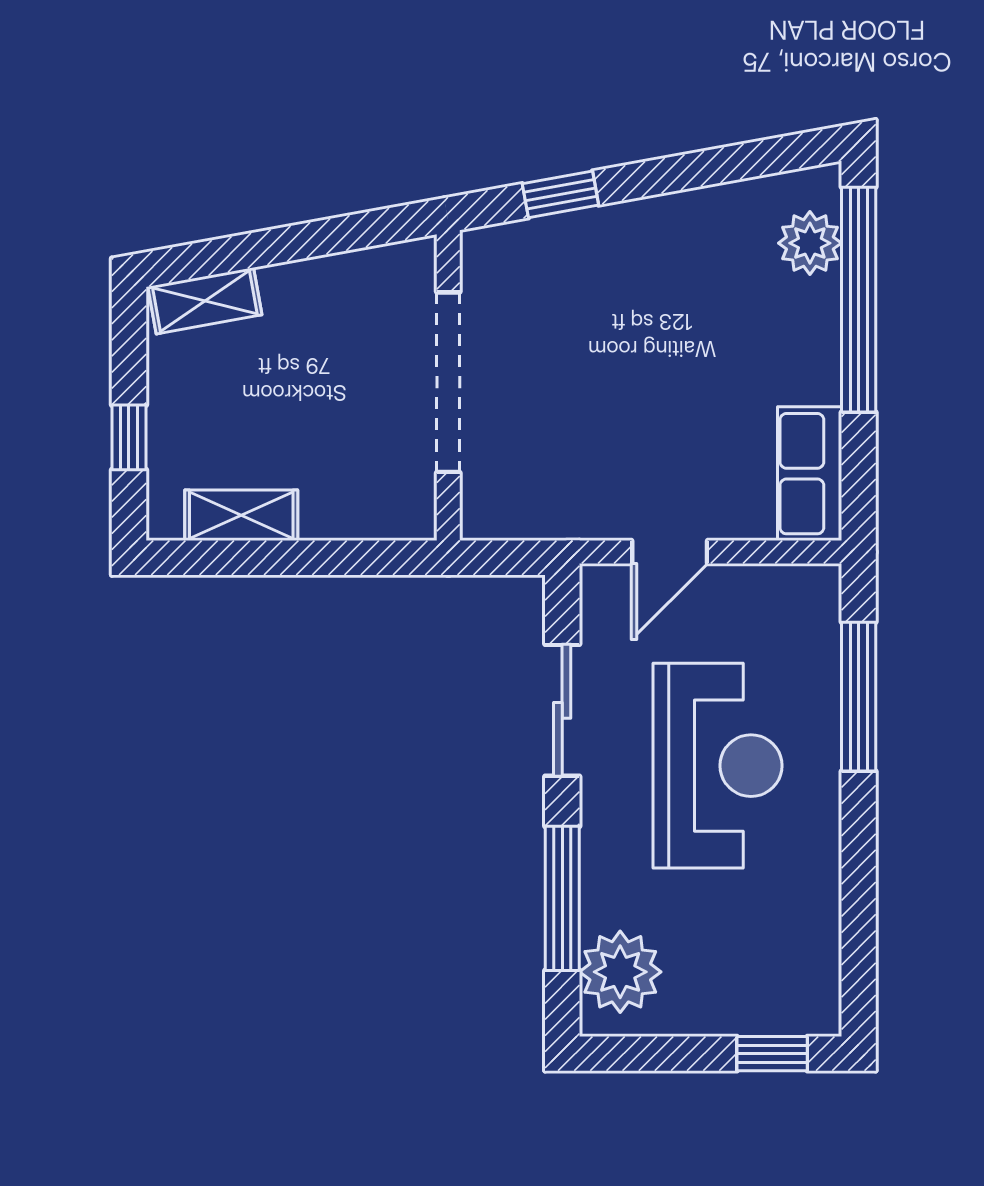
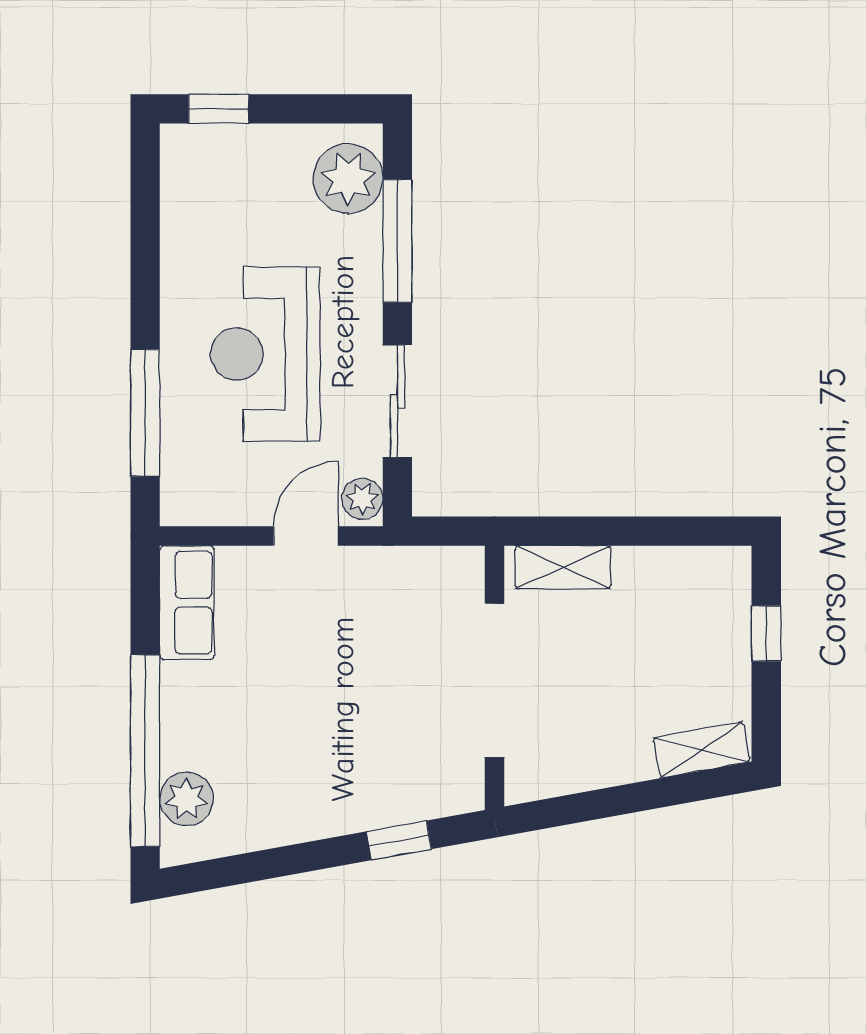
shelving: (241, 515) -> (563, 567), moved
plant: (603, 596) -> (362, 499), added

